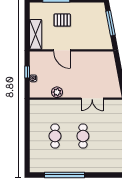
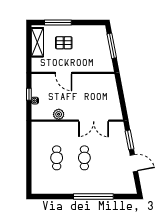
shelving: (36, 34) -> (37, 42), moved
double door: (92, 99) -> (94, 121), width x1.37
window: (65, 175) -> (93, 197), moved

